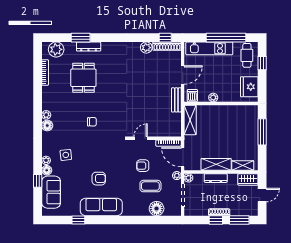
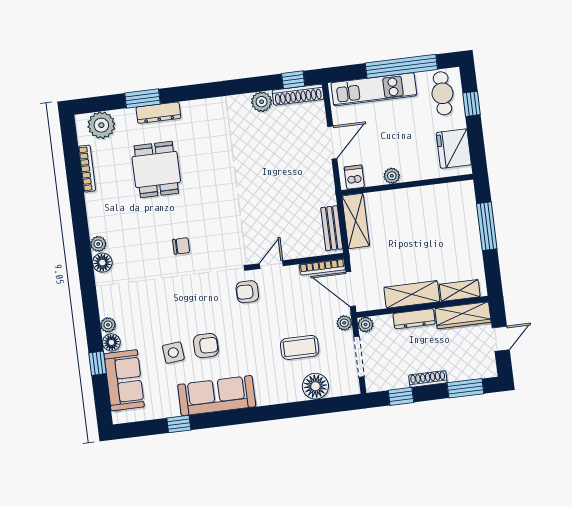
bench: (176, 100) -> (332, 228), moved
side table: (66, 155) -> (173, 353), moved
armchair: (143, 166) -> (247, 292), moved
wardrobe: (248, 179) -> (463, 315), width x1.50
window: (216, 220) -> (401, 396), moved

